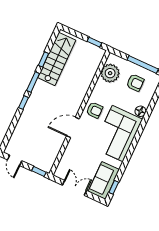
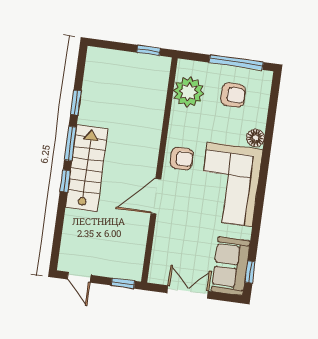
stairs: (57, 59) -> (87, 168), moved

